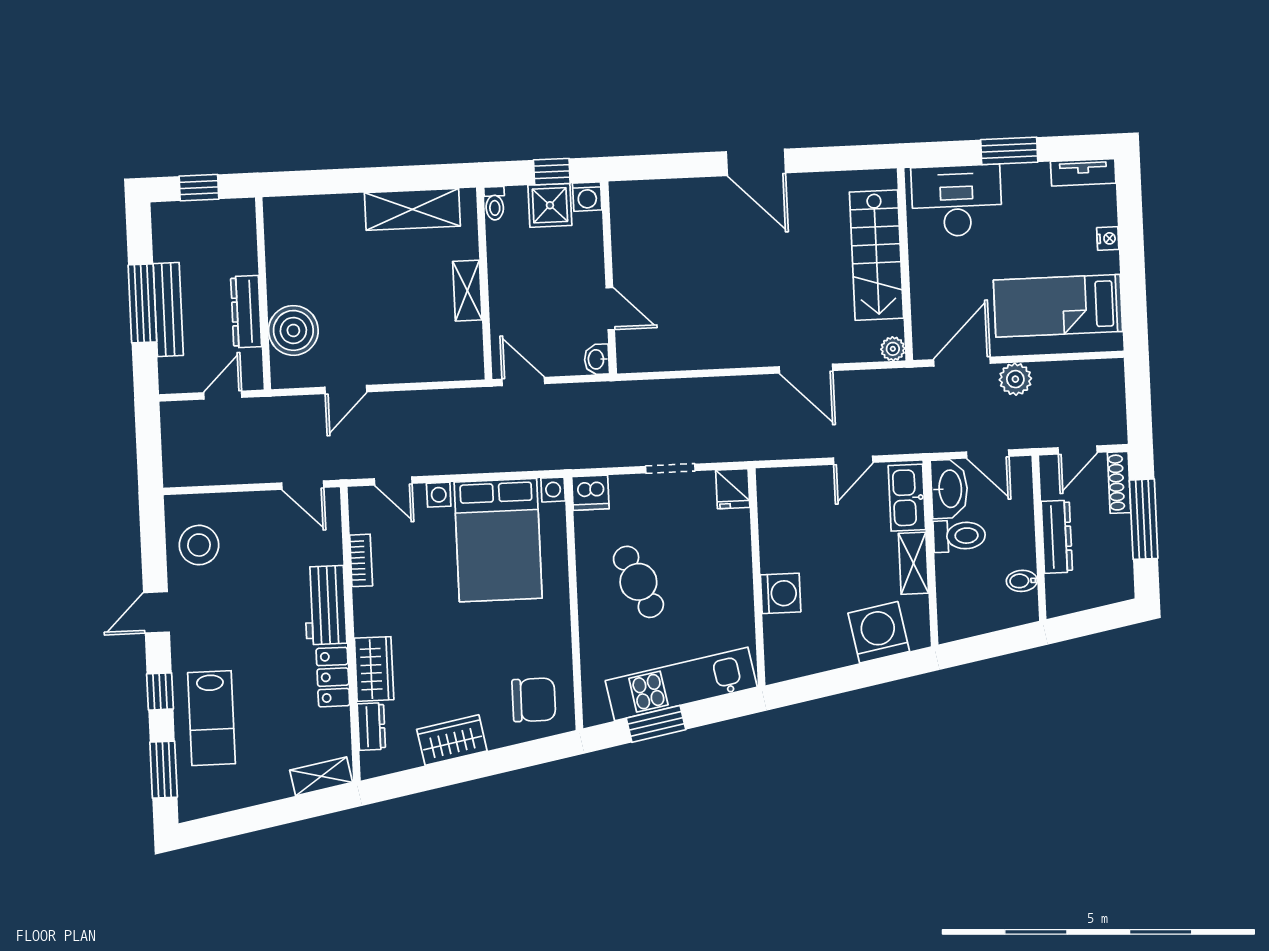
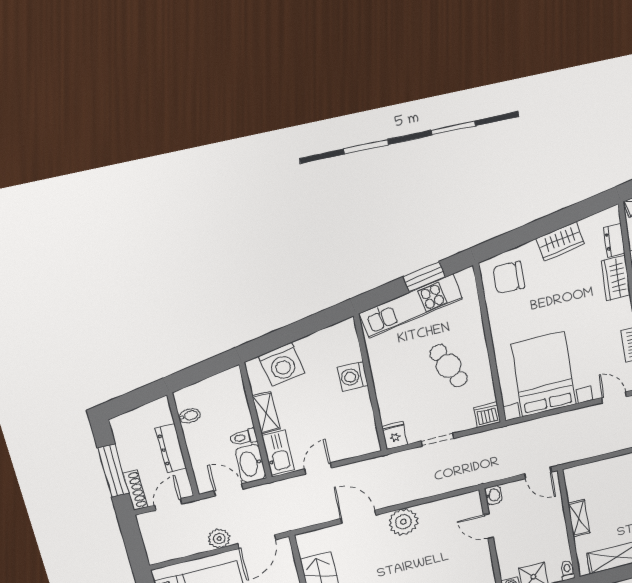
plant: (893, 349) -> (403, 522), moved, width x1.88, depth x1.88
toilet: (959, 536) -> (244, 437), width x0.73, depth x0.72

